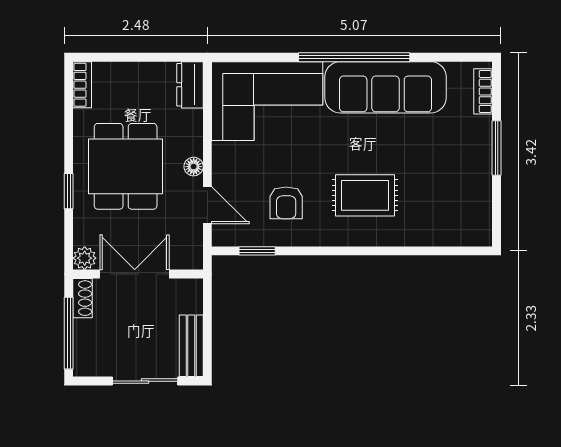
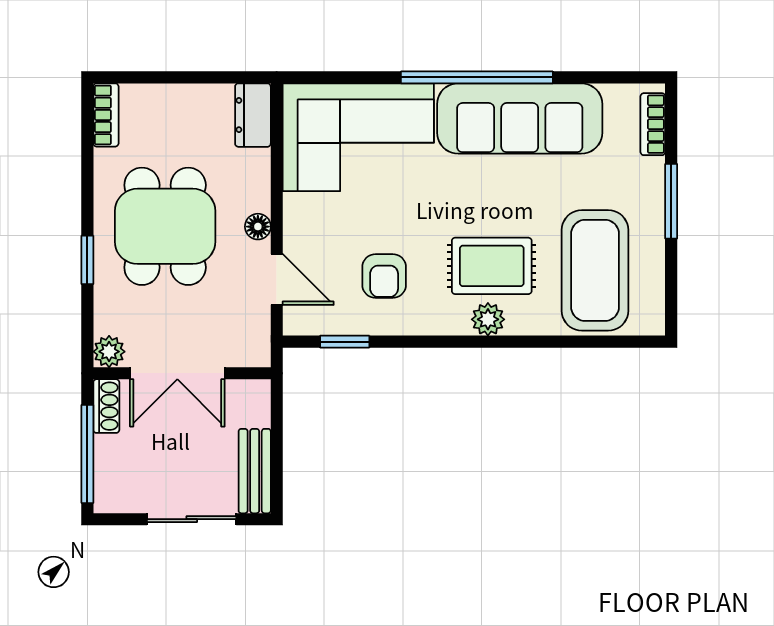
coffee table: (441, 199) -> (595, 270), added
plant: (362, 234) -> (488, 319), added
double door: (135, 274) -> (177, 373), swing flipped

